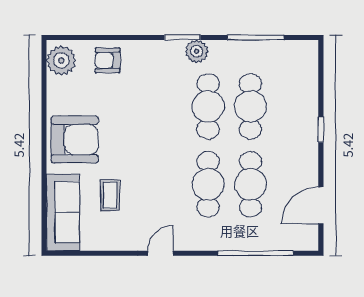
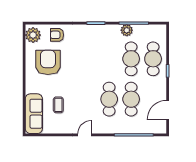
plant: (197, 51) -> (127, 30), moved
cafe table: (208, 106) -> (153, 59), moved
armchair: (75, 140) -> (48, 62), moved, turned -90

